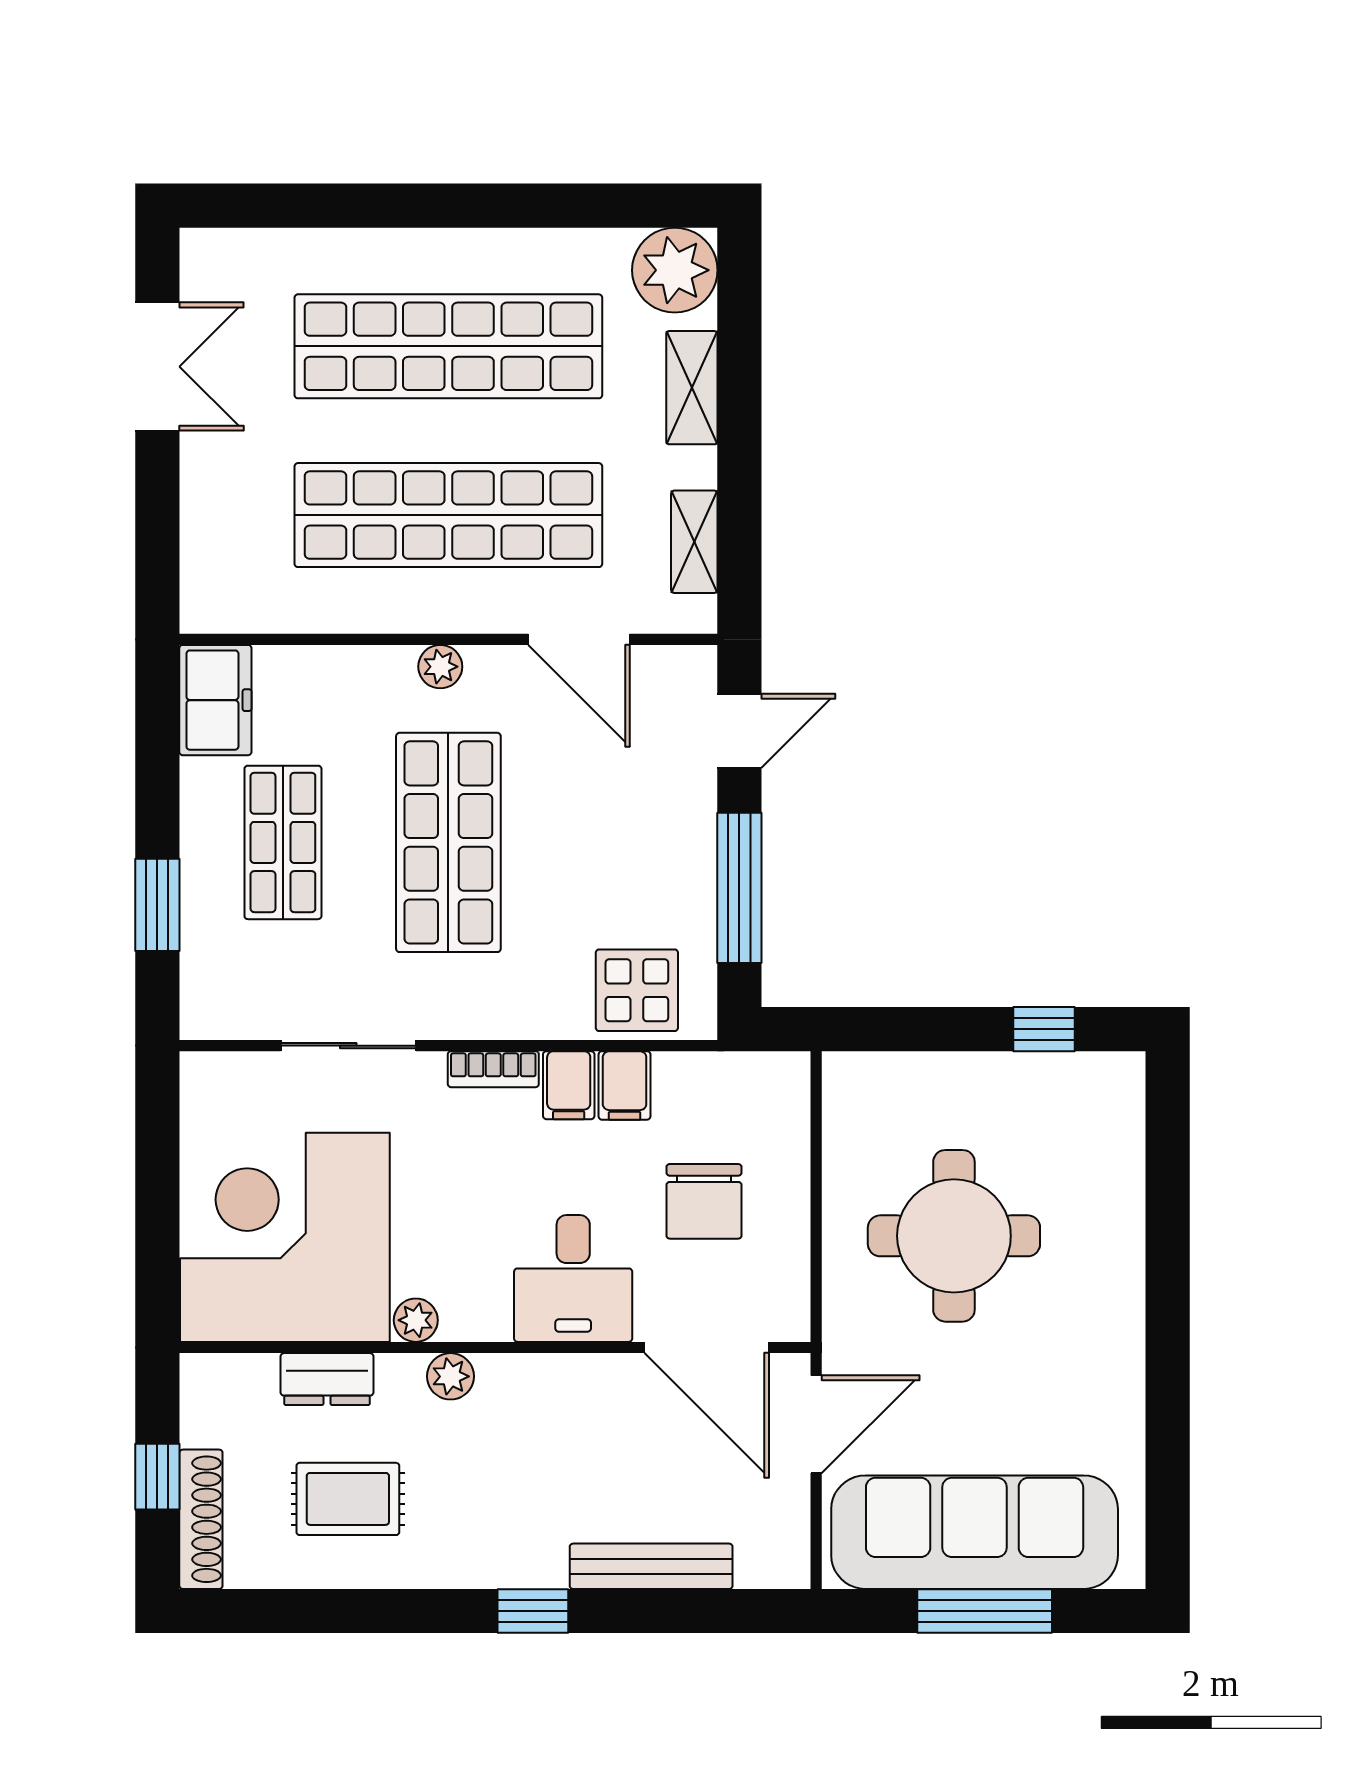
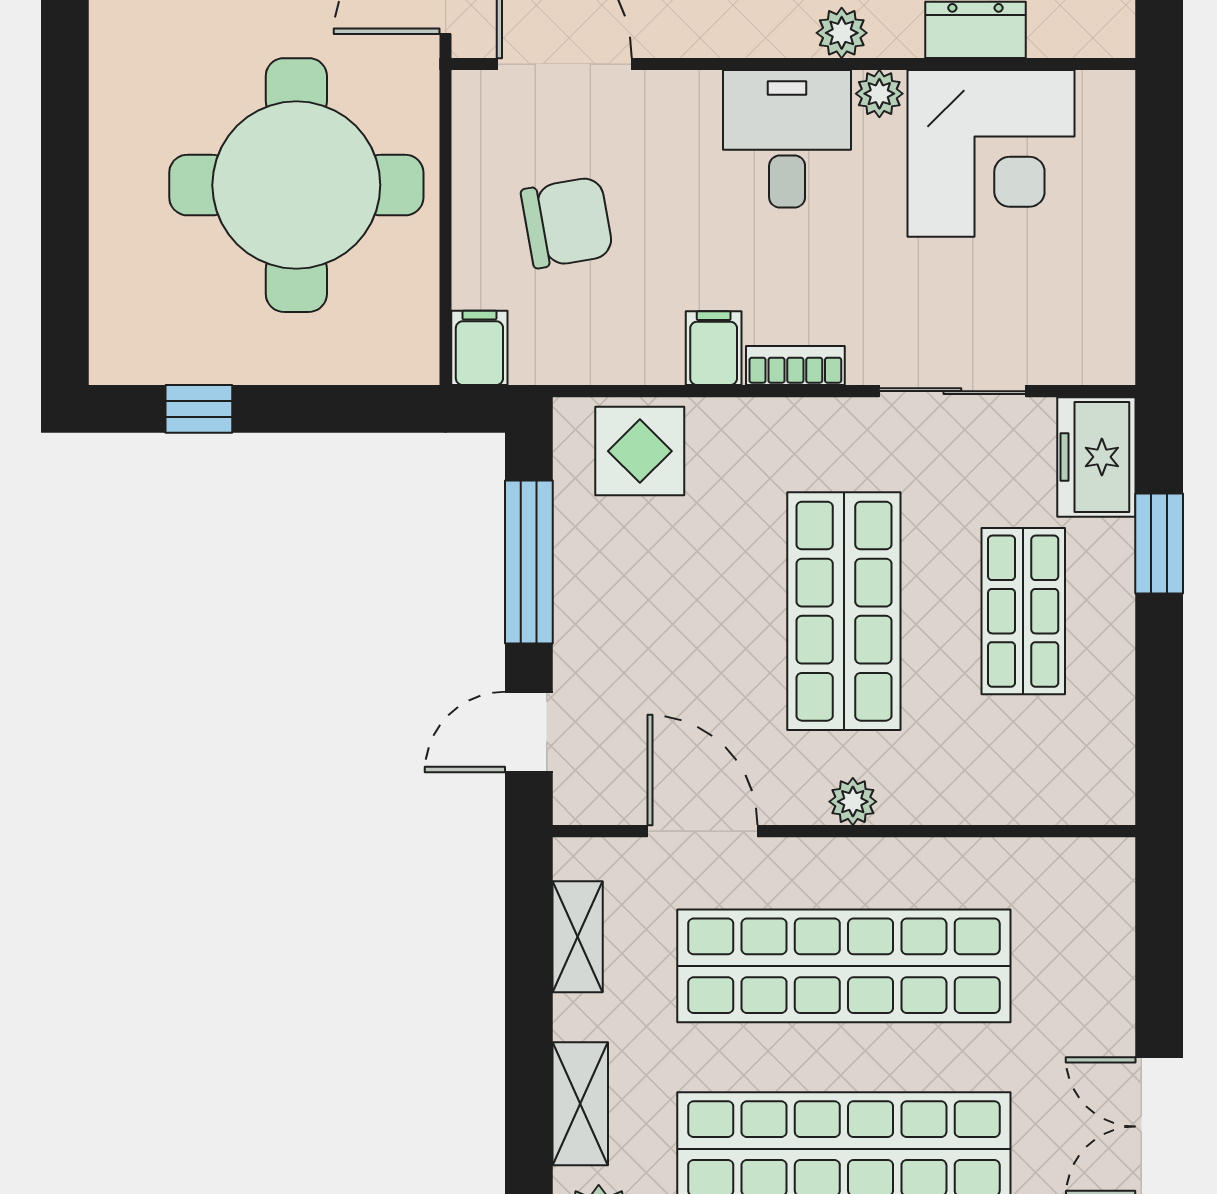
freezer: (215, 700) -> (1096, 457), moved
filing cabinet: (625, 1085) -> (479, 348), moved
chair: (704, 1201) -> (567, 222), turned 80
round table: (954, 1236) -> (296, 185), width x1.36, depth x1.36
corner desk: (285, 1237) -> (991, 153), width x0.74, depth x0.74
desk: (573, 1278) -> (787, 139), moved

